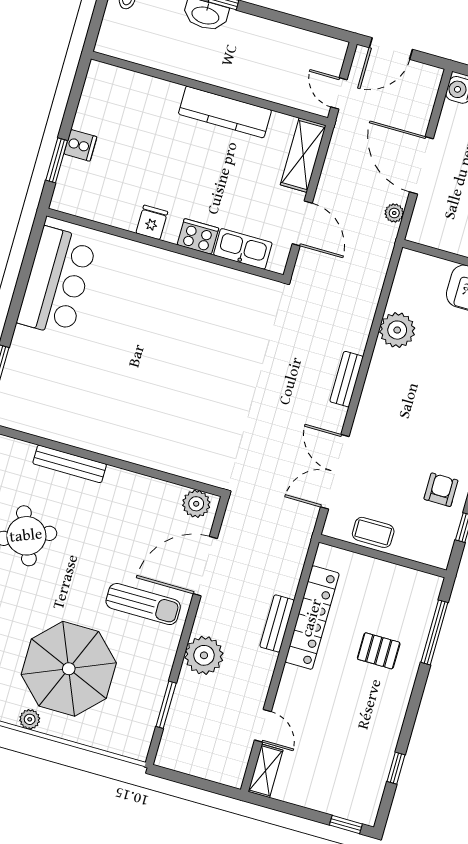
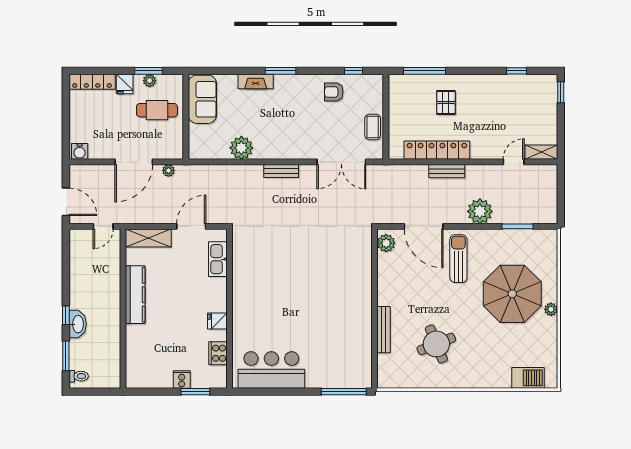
cooker: (198, 236) -> (218, 353), moved

